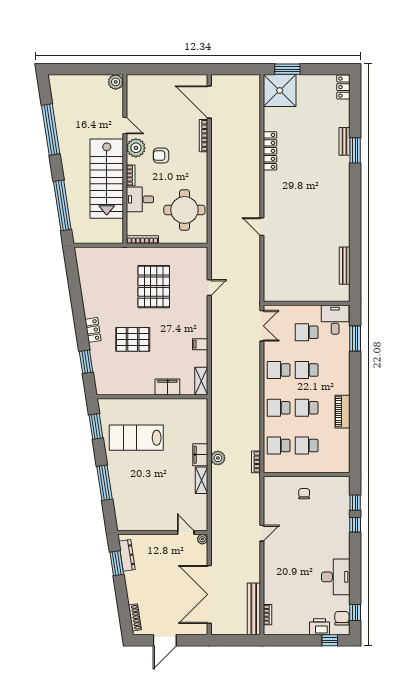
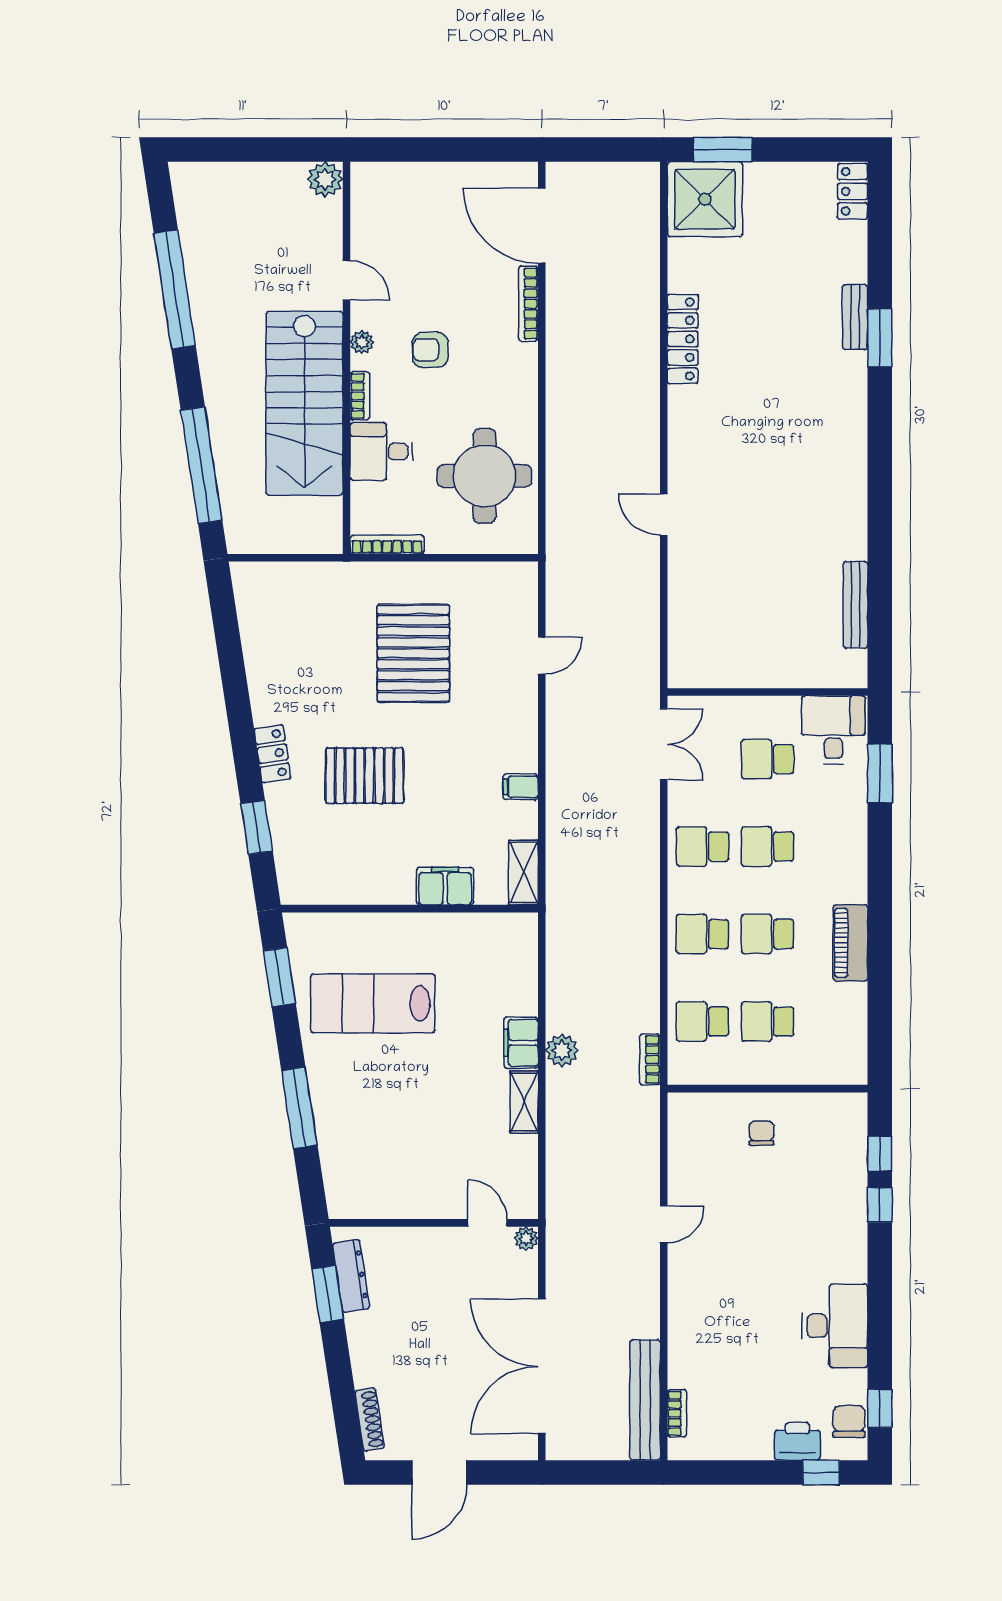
plant: (136, 148) -> (362, 342), width x0.53, depth x0.53

